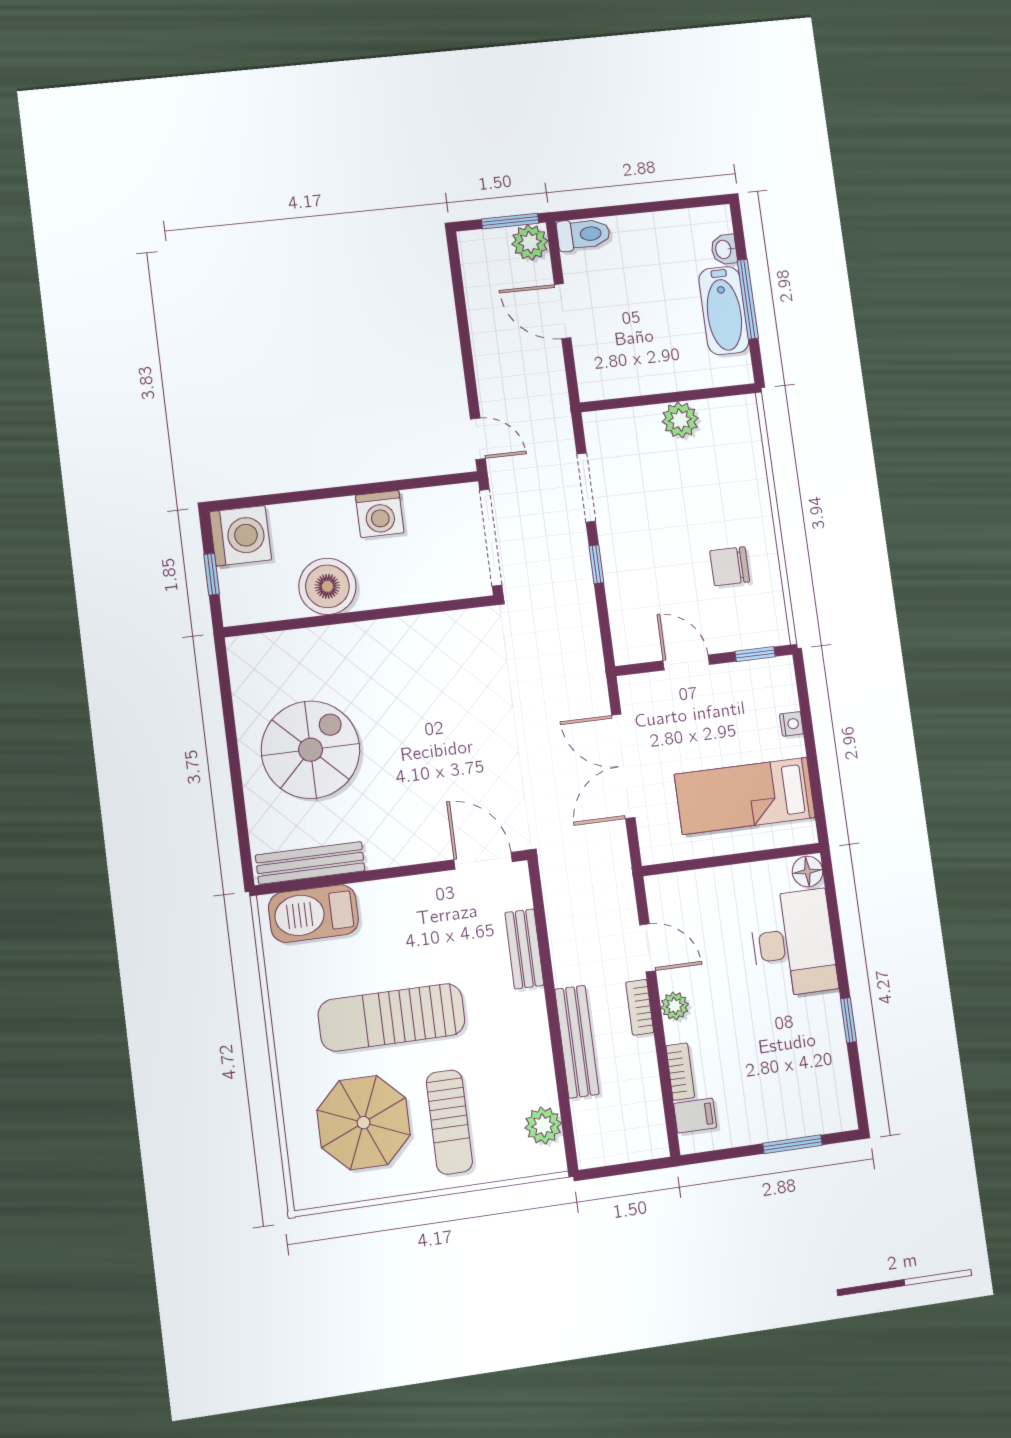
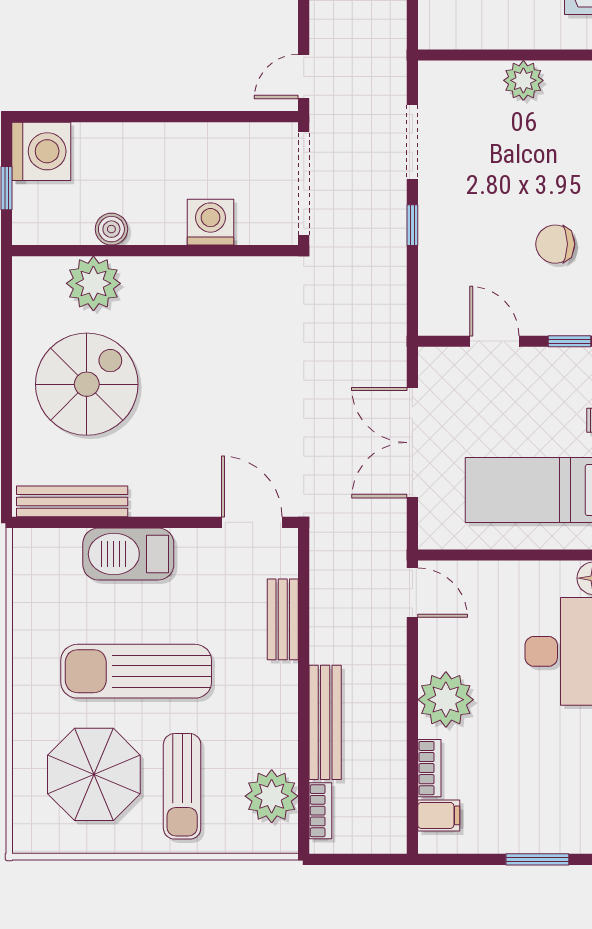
door: (478, 439) -> (304, 76), swing flipped
washing machine: (380, 514) -> (211, 222), moved, turned 180
boiler: (327, 586) -> (111, 229), width x0.54, depth x0.54
plant: (305, 654) -> (93, 283), added
barbecue: (313, 914) -> (128, 554), moved
door: (648, 948) -> (412, 593), moved
plant: (675, 1006) -> (446, 700), width x1.88, depth x1.88
bookcase: (640, 1007) -> (320, 811), moved, turned 180
plant: (543, 1125) -> (272, 796), width x1.36, depth x1.36

